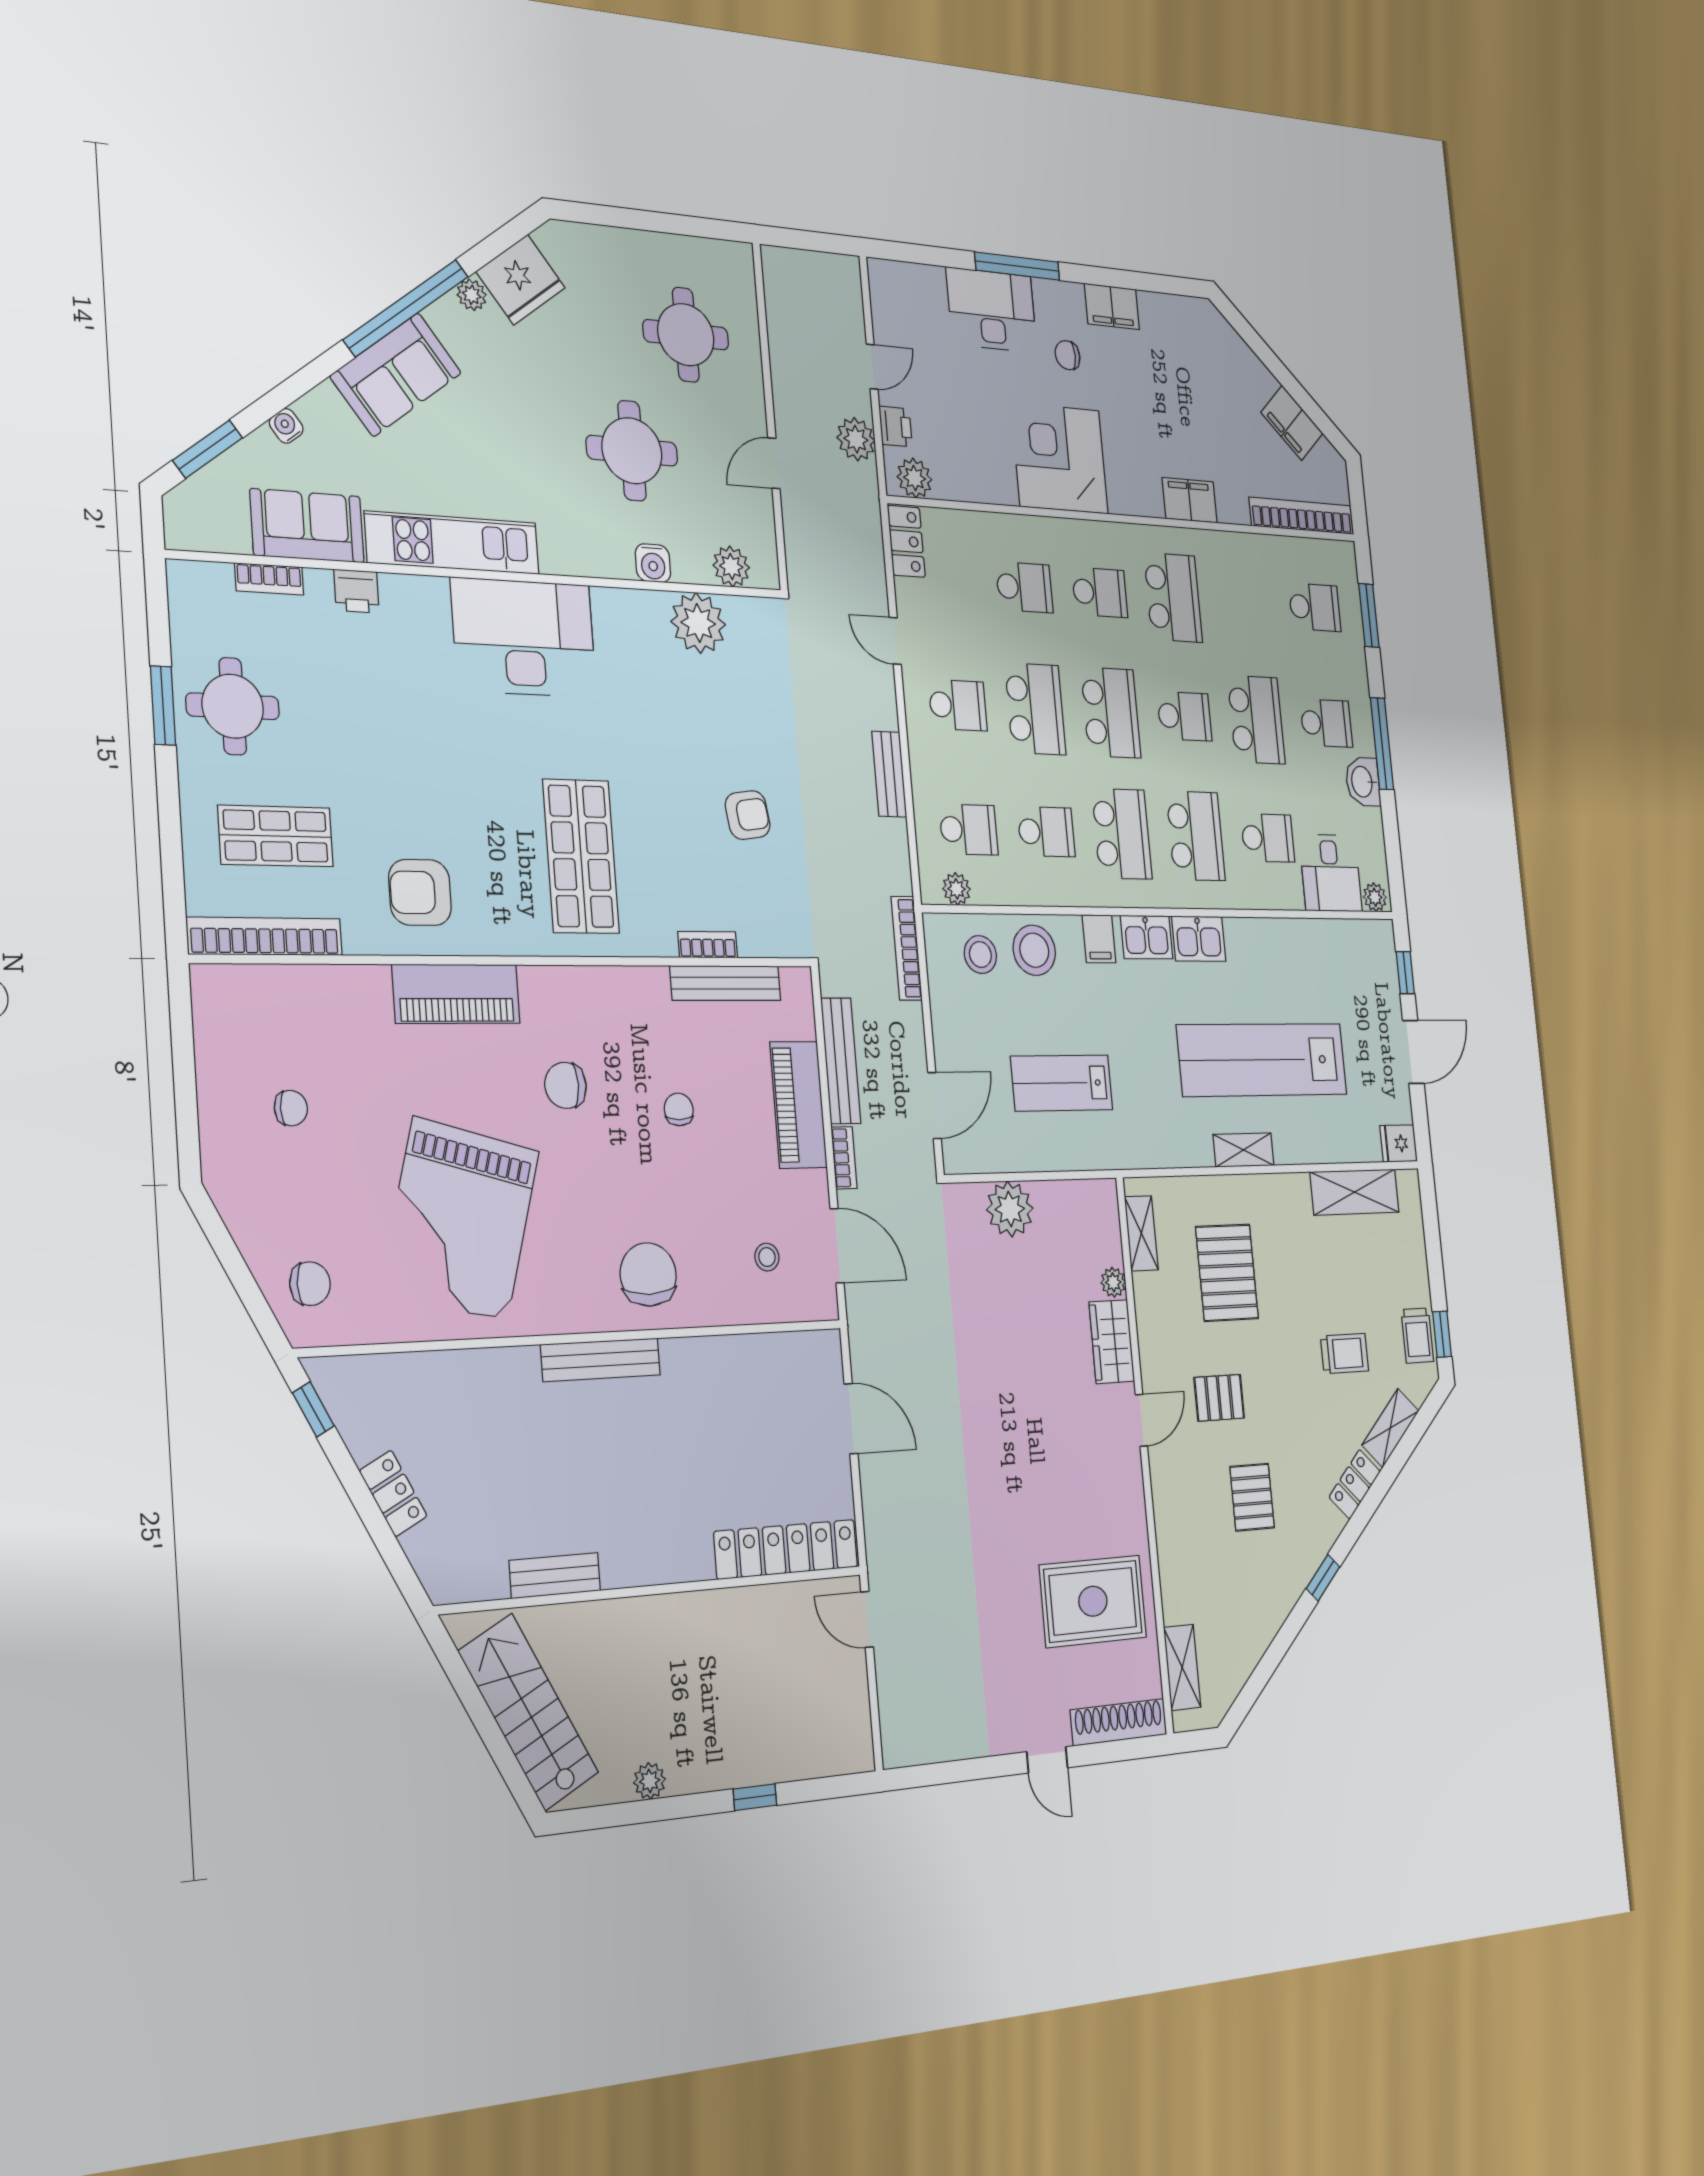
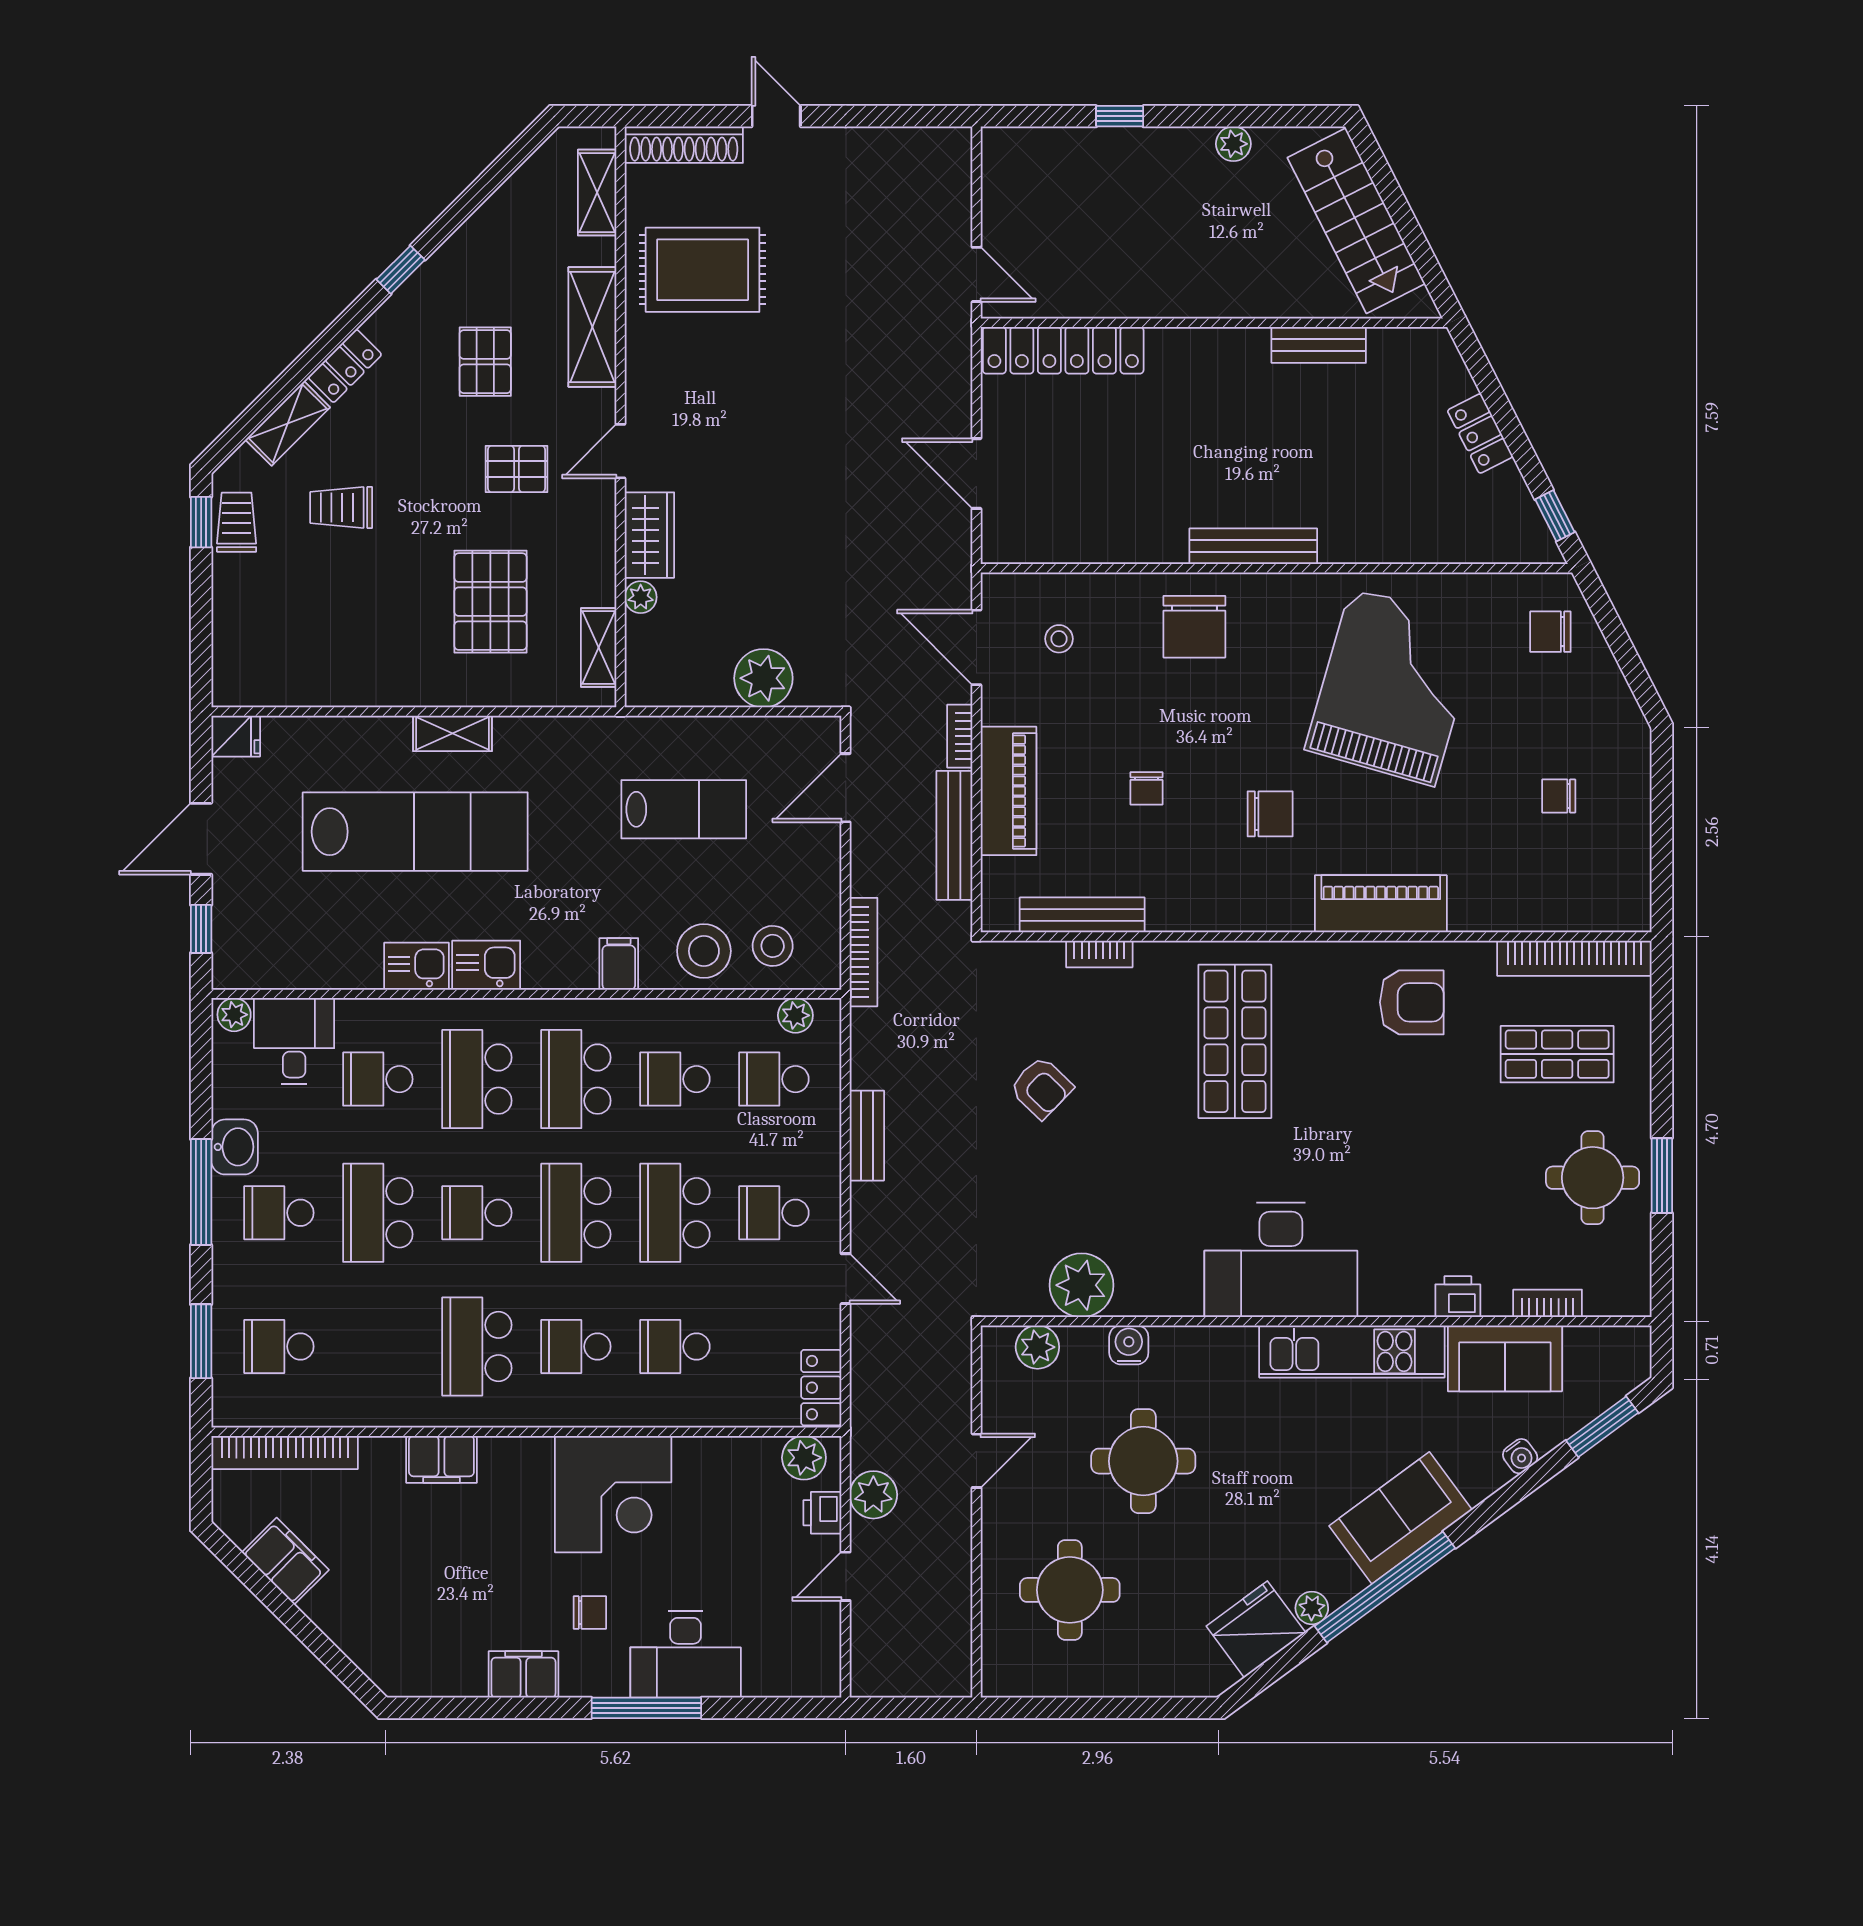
armchair: (748, 815) -> (1041, 1088), turned -128
kitchen sink: (1147, 937) -> (416, 966), moved
shelving: (1355, 1192) -> (592, 327), moved, turned 90

